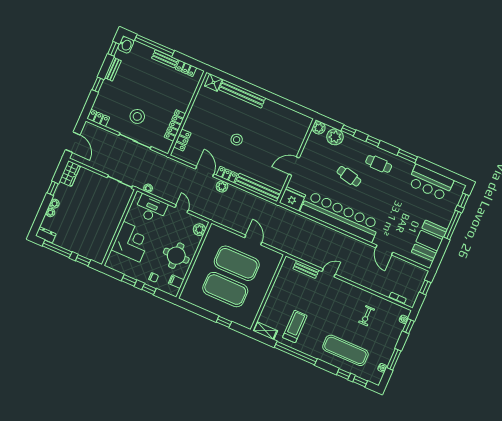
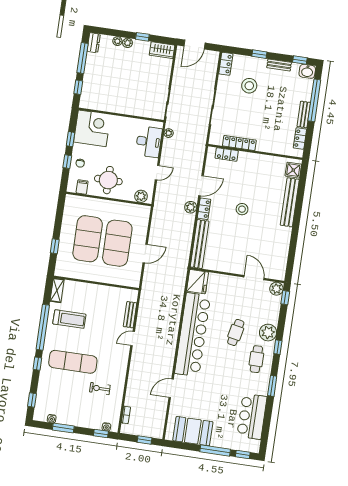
stool: (137, 116) -> (249, 86), moved
window: (348, 130) -> (285, 298), moved
plant: (335, 137) -> (268, 333), moved
door: (294, 166) -> (254, 278), moved
corner desk: (131, 242) -> (92, 128), moved, turned -90
door: (329, 273) -> (133, 339), swing flipped
exercise mat: (345, 350) -> (73, 362), moved, turned 90
window: (343, 374) -> (37, 364), moved

